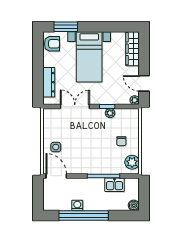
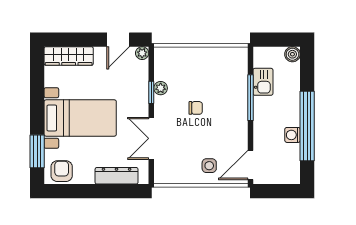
chair: (121, 141) -> (196, 108), moved
plant: (132, 162) -> (231, 57), removed

